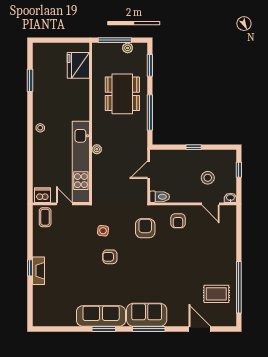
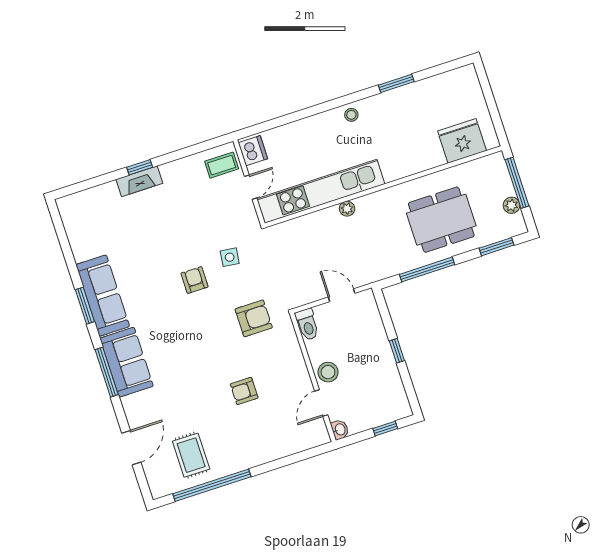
window: (30, 80) -> (396, 83), moved
stool: (208, 178) -> (328, 372), moved
armchair: (178, 221) -> (244, 391), moved

